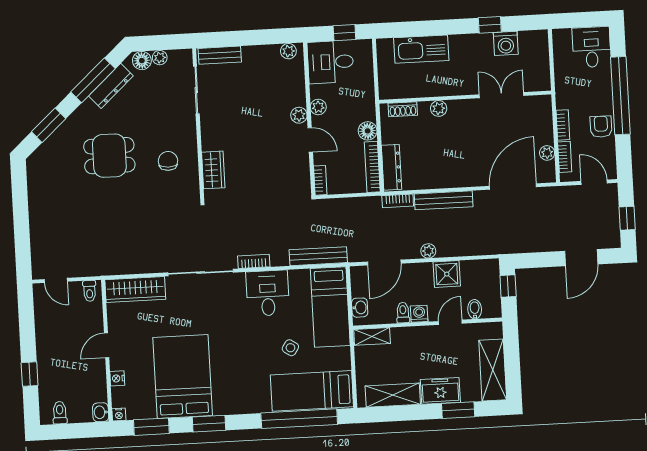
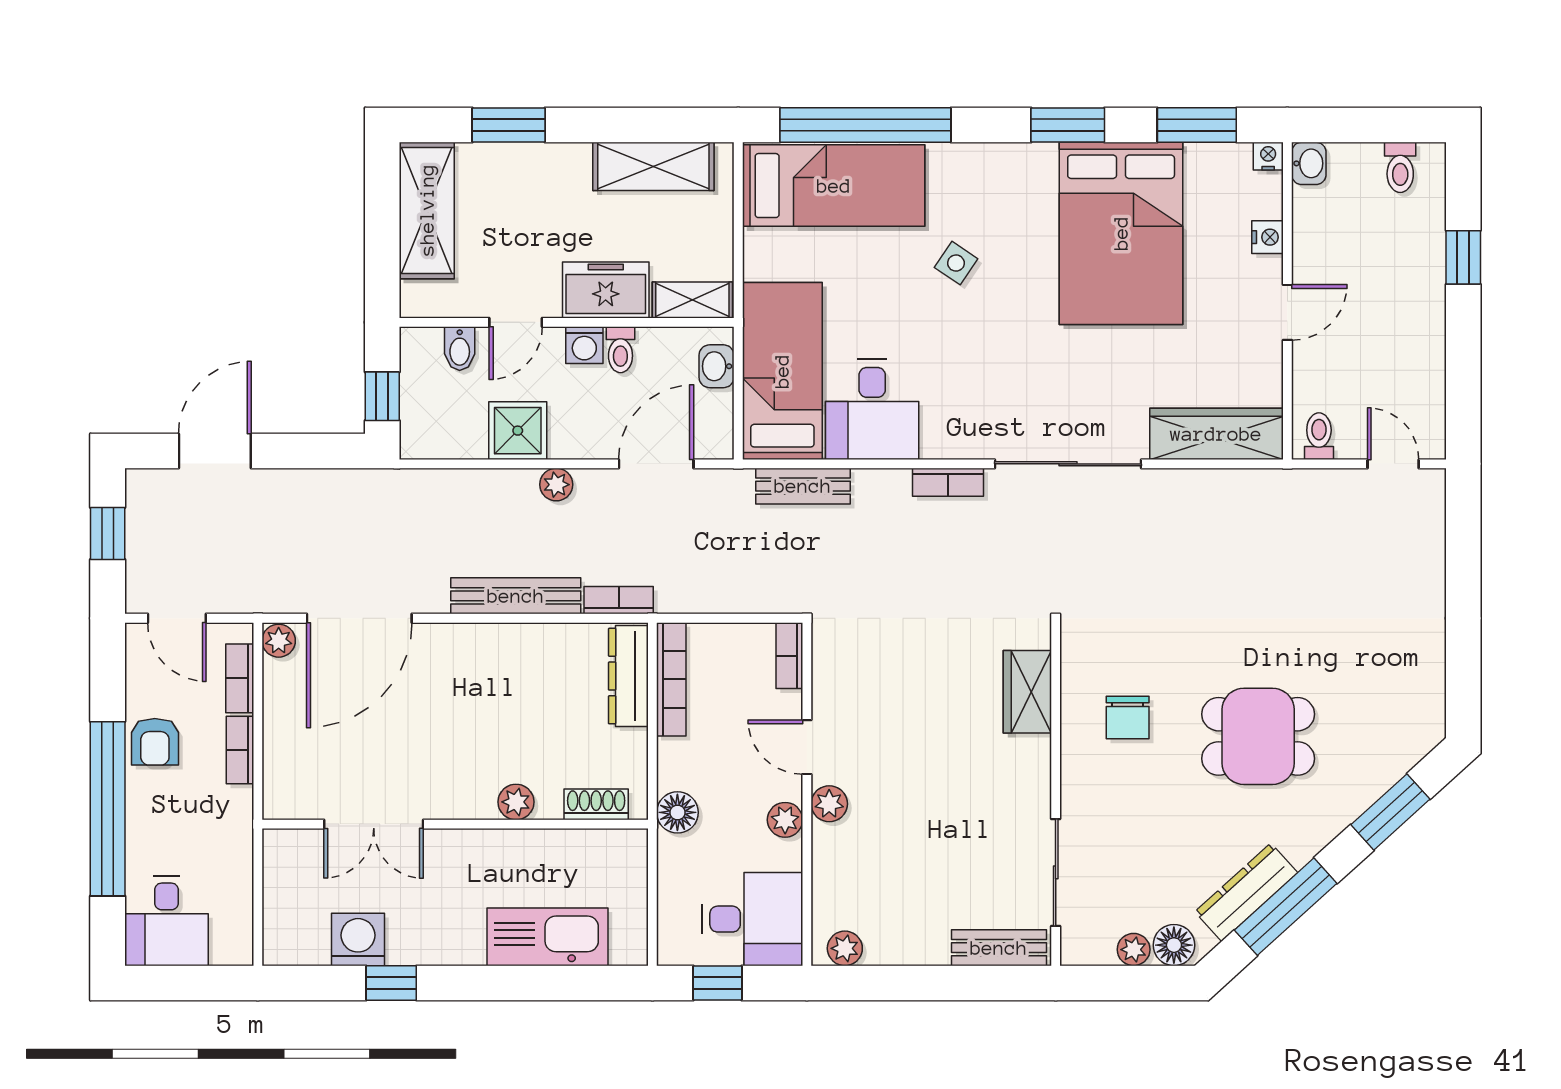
floor lamp: (368, 131) -> (677, 812), moved
plant: (547, 153) -> (279, 641), moved
bench: (318, 256) -> (803, 486), width x0.73
desk: (268, 293) -> (872, 409), moved
side table: (290, 348) -> (956, 263), moved
freezer: (440, 391) -> (606, 290), moved, turned 180

